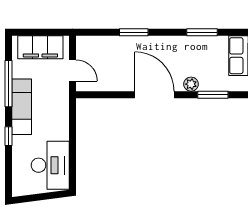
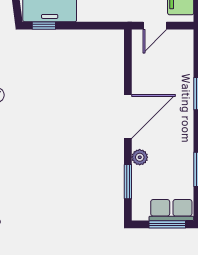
window: (73, 170) -> (44, 26), added

